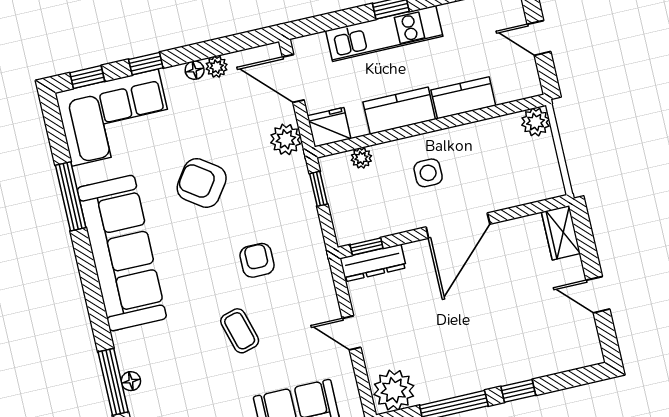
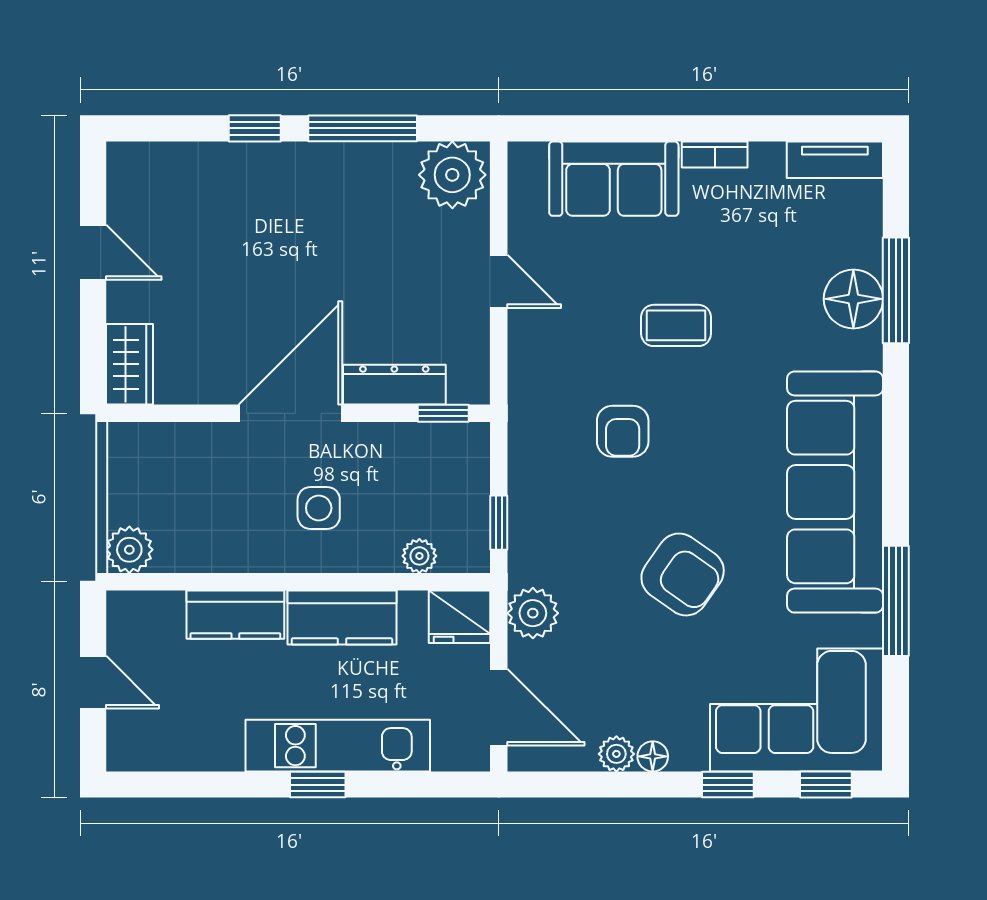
dresser: (373, 263) -> (394, 385), moved
coffee table: (240, 331) -> (676, 325), turned -74
floor lamp: (131, 381) -> (853, 299), width x1.89, depth x1.89

